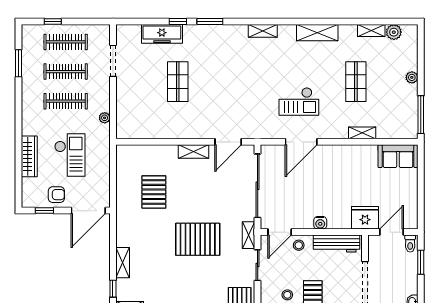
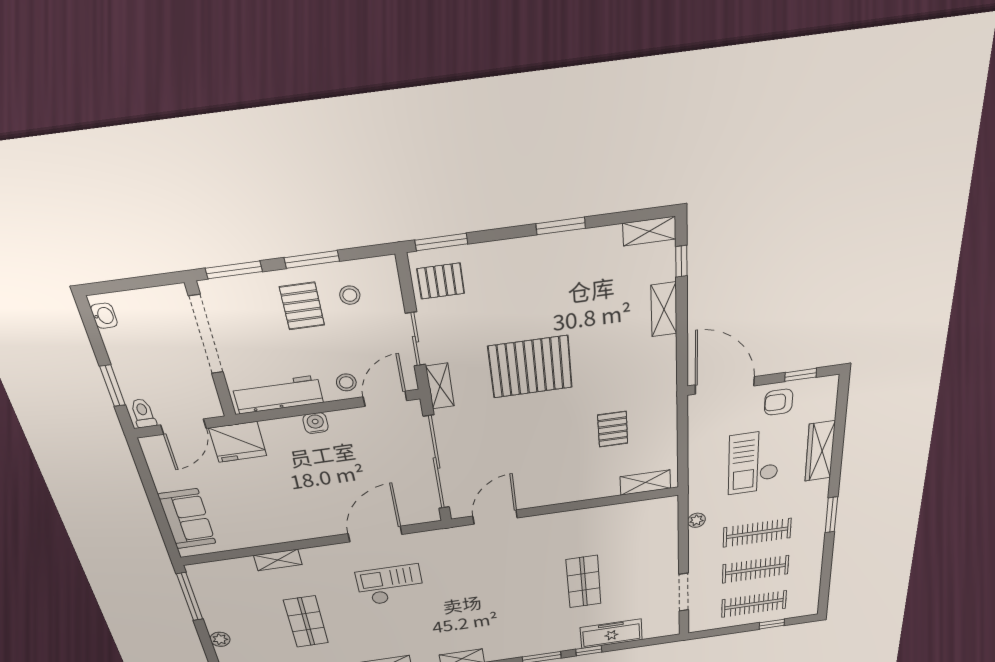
window: (18, 63) -> (831, 515), moved
shelving: (193, 151) -> (645, 483), moved
sofa: (398, 156) -> (187, 519), moved, turned 90
pallet: (154, 192) -> (613, 429), width x0.67, depth x0.71
door: (88, 211) -> (725, 385), hinge flipped

